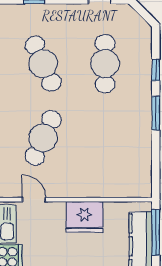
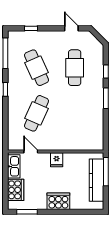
fridge: (84, 217) -> (57, 160), width x0.53, depth x0.75

